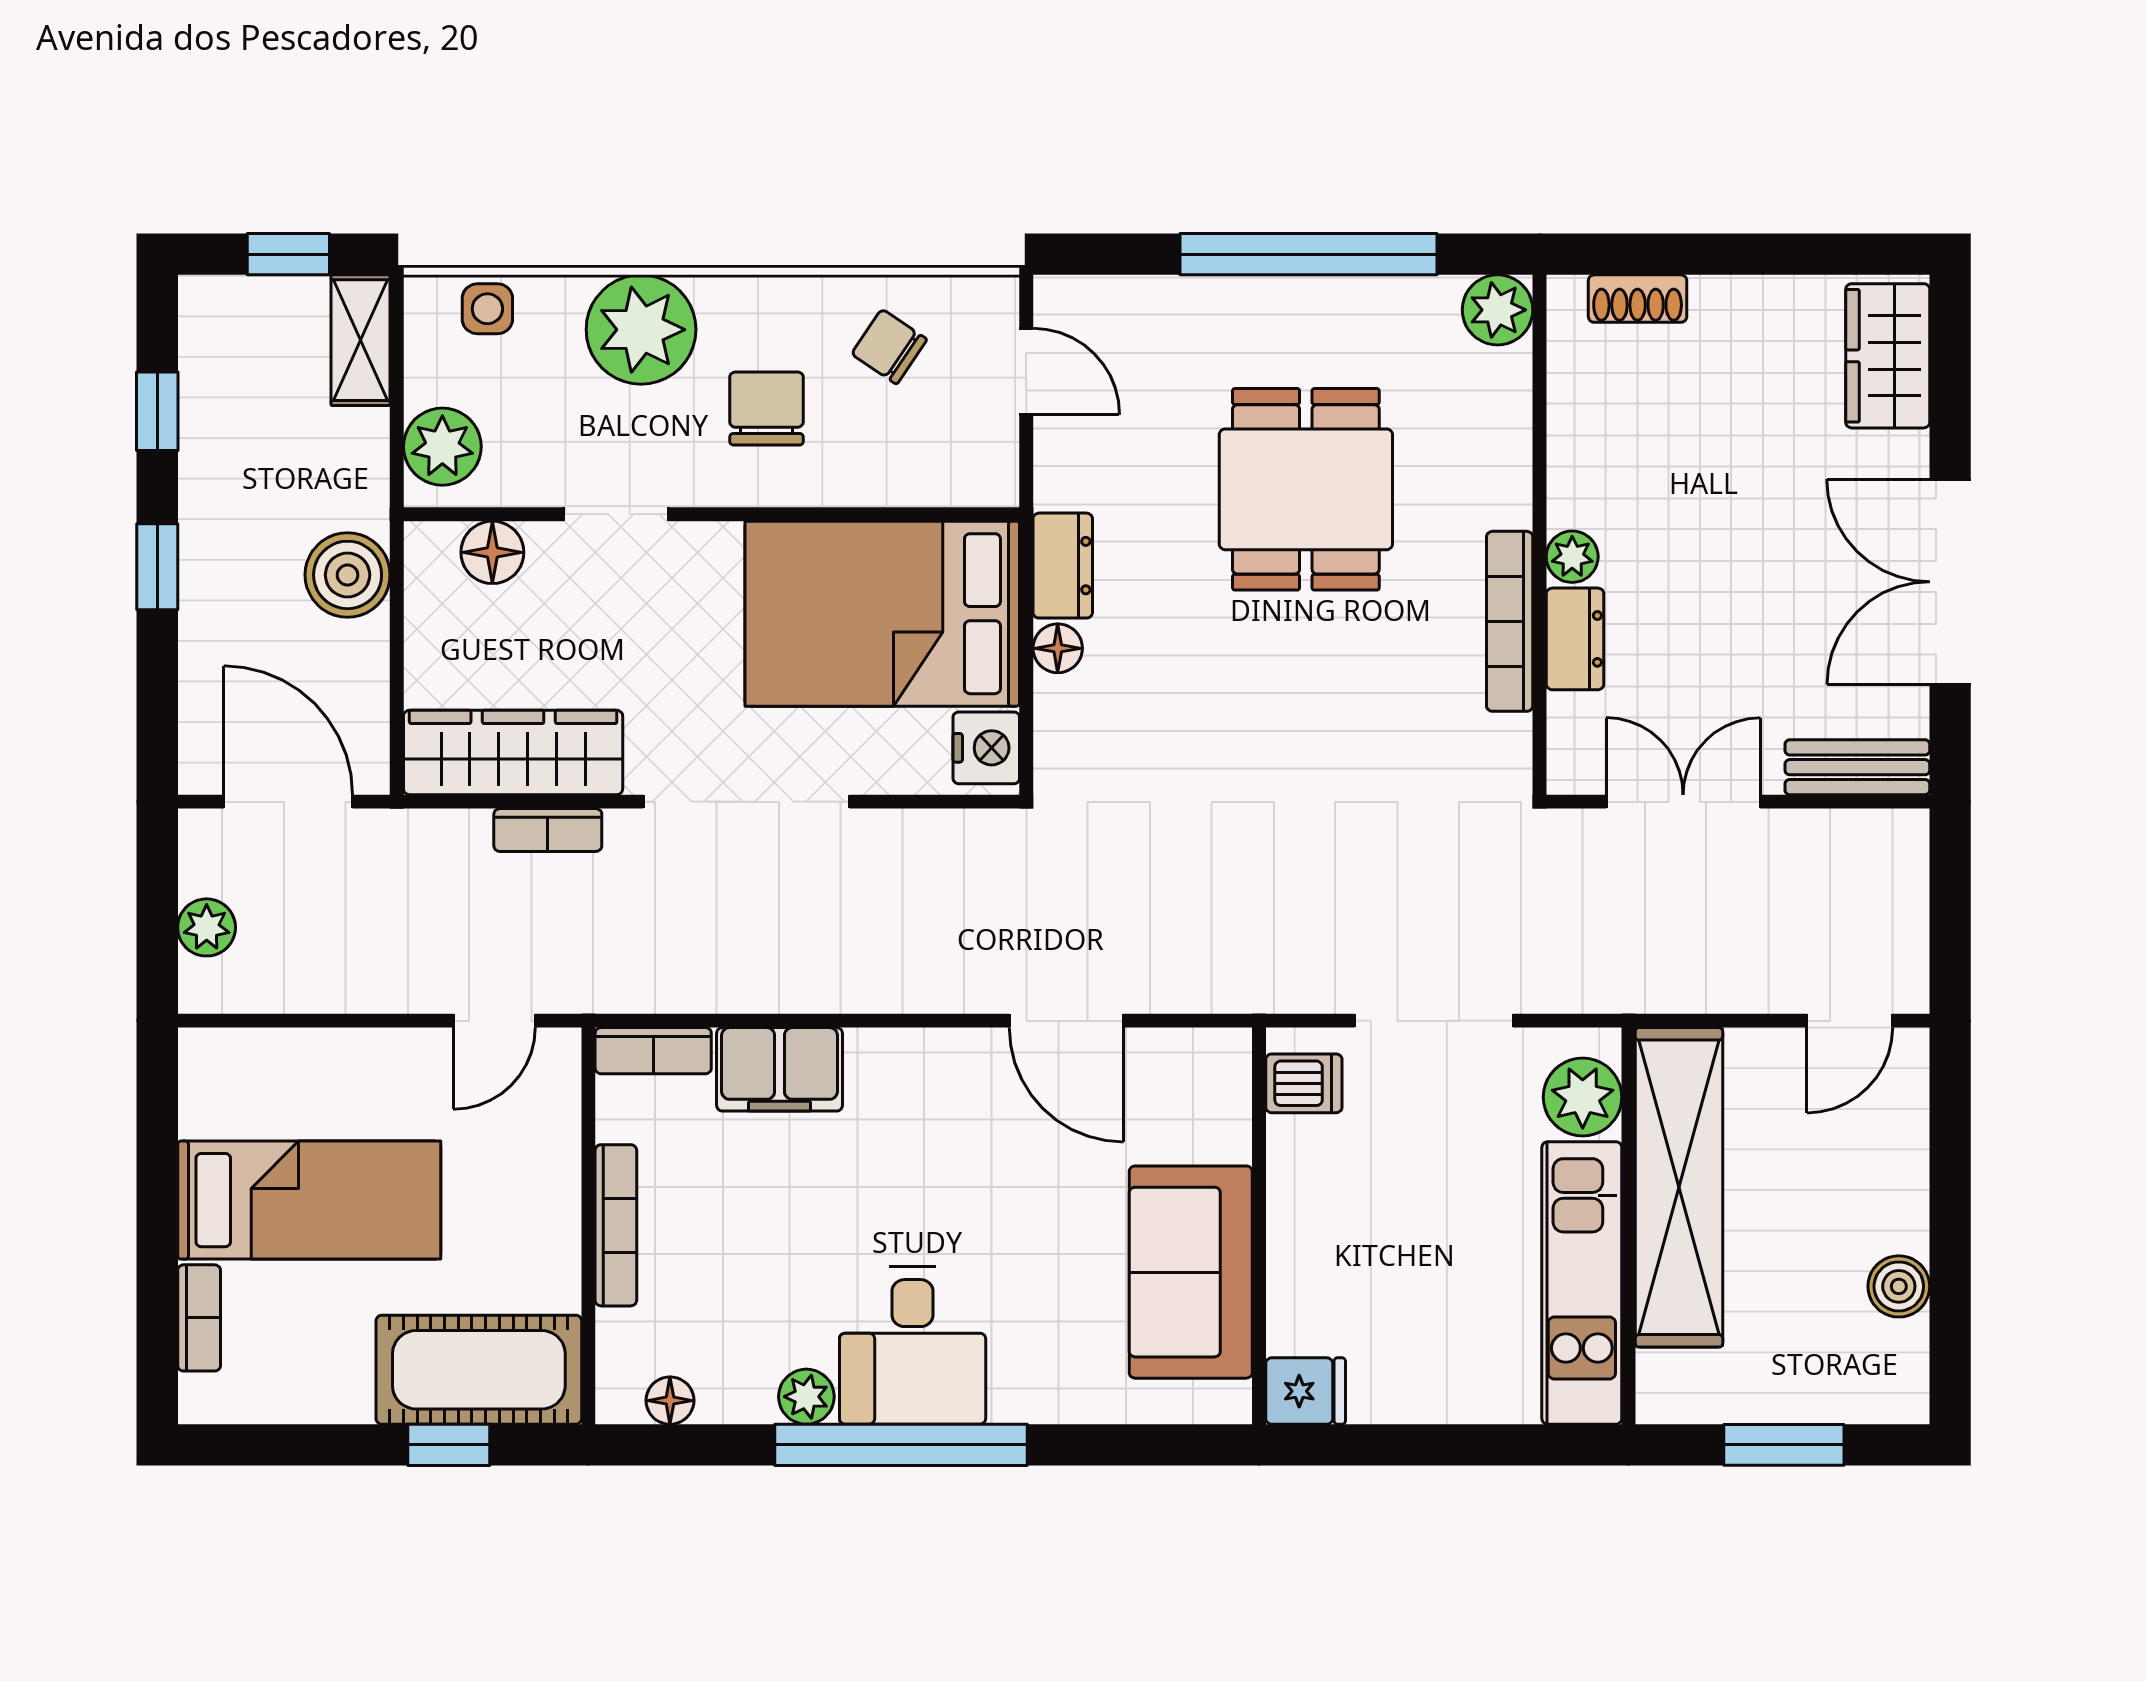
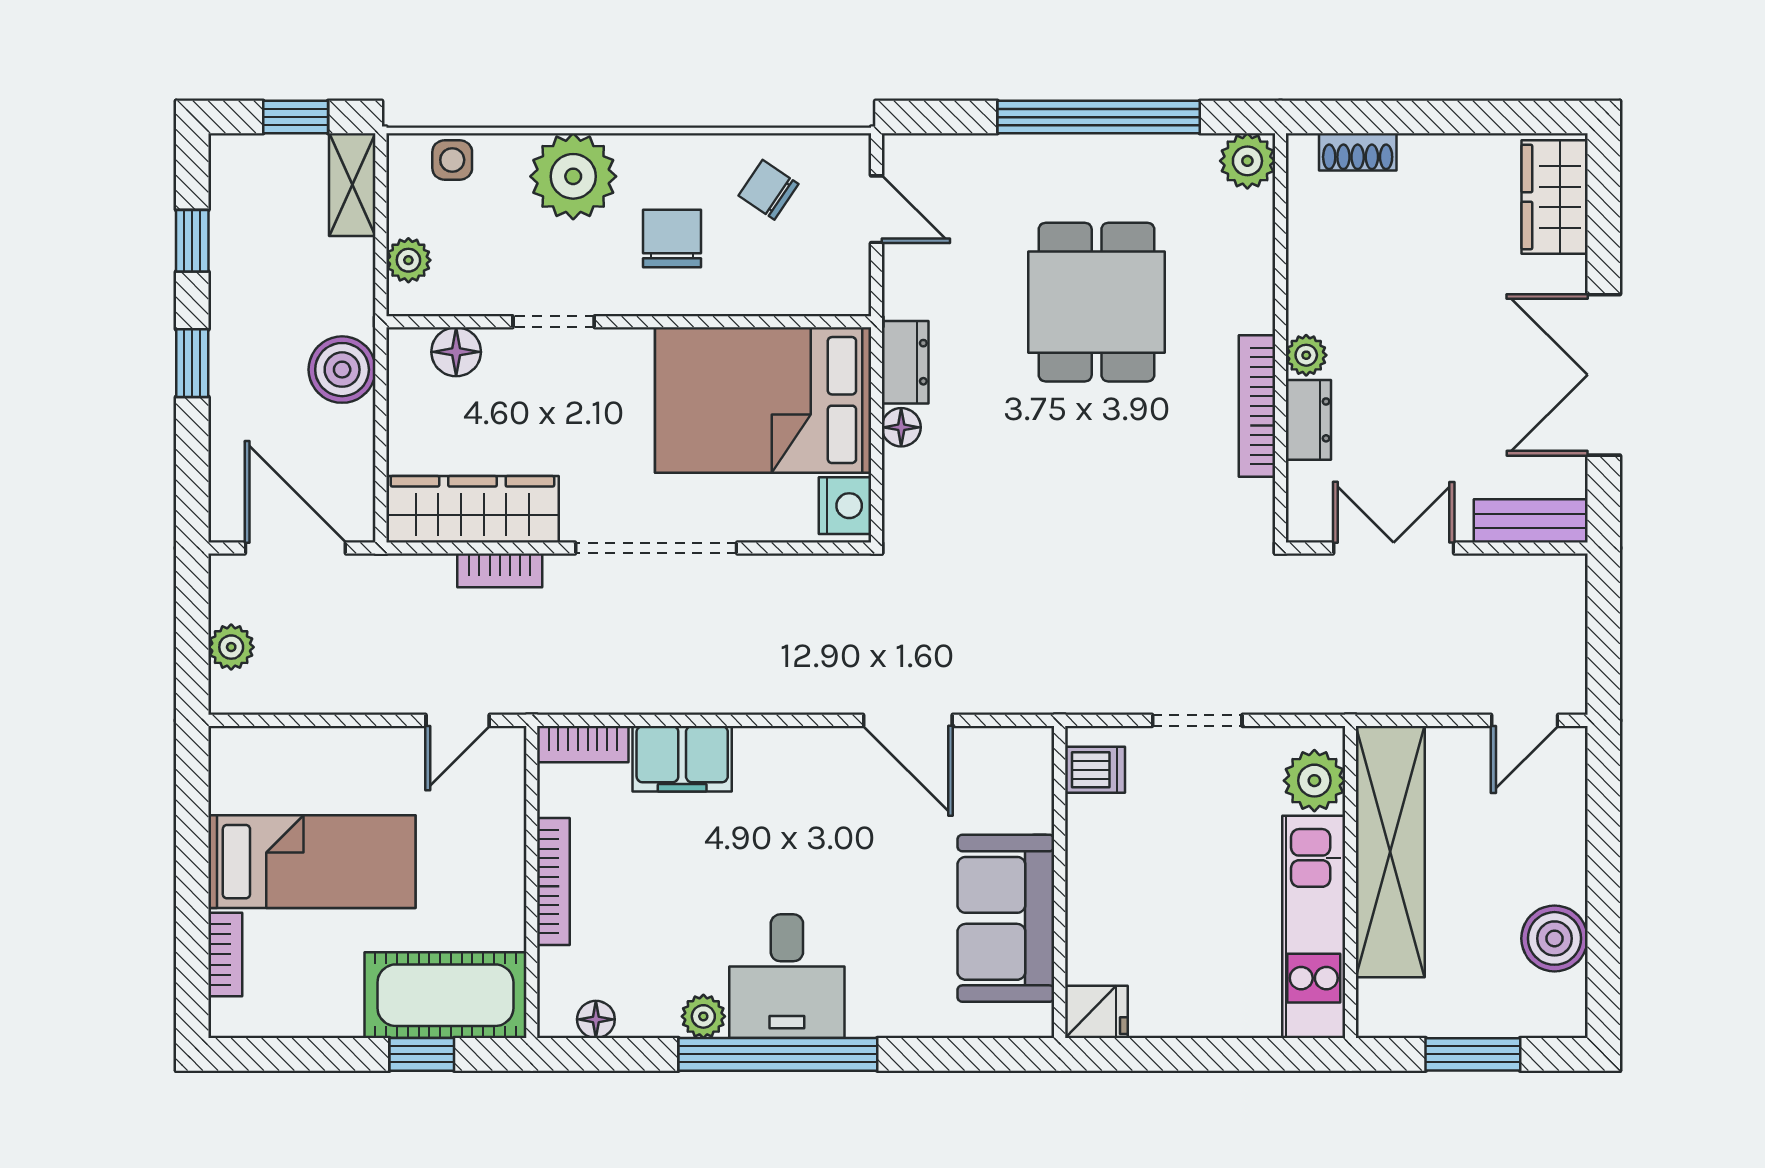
plant: (442, 447) -> (408, 260), width x0.73, depth x0.73
doorway: (1434, 1021) -> (1197, 720), width x0.73
boiler: (1899, 1286) -> (1554, 938), width x1.36, depth x1.36

